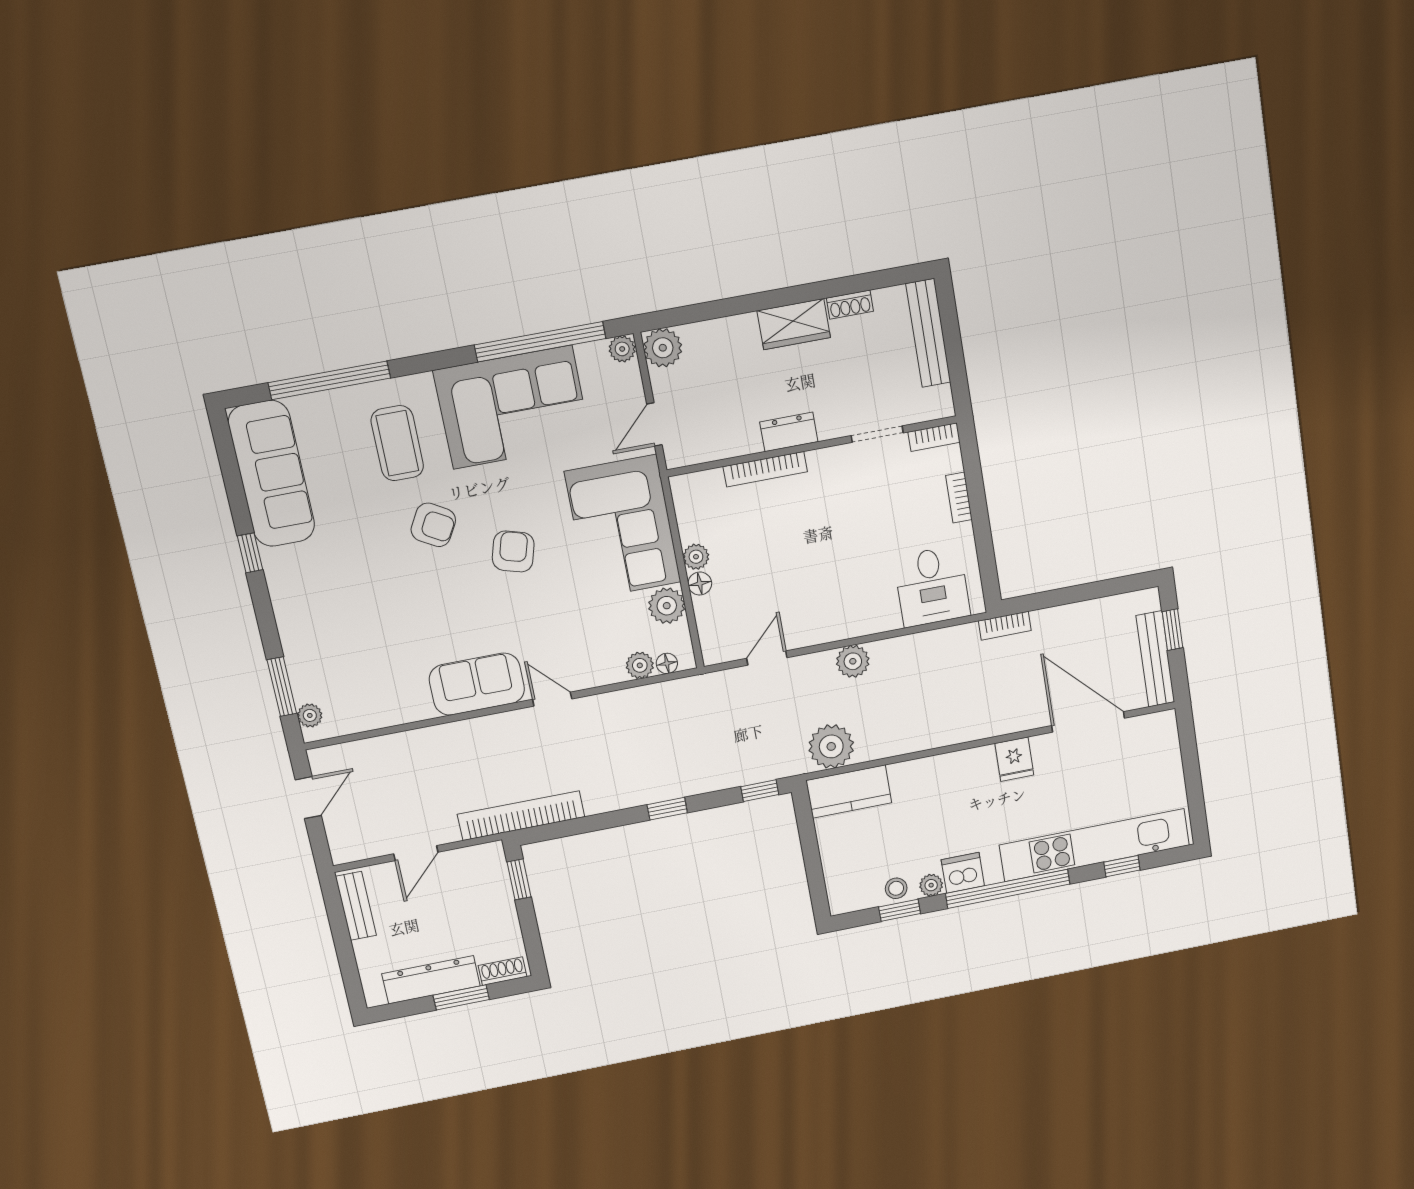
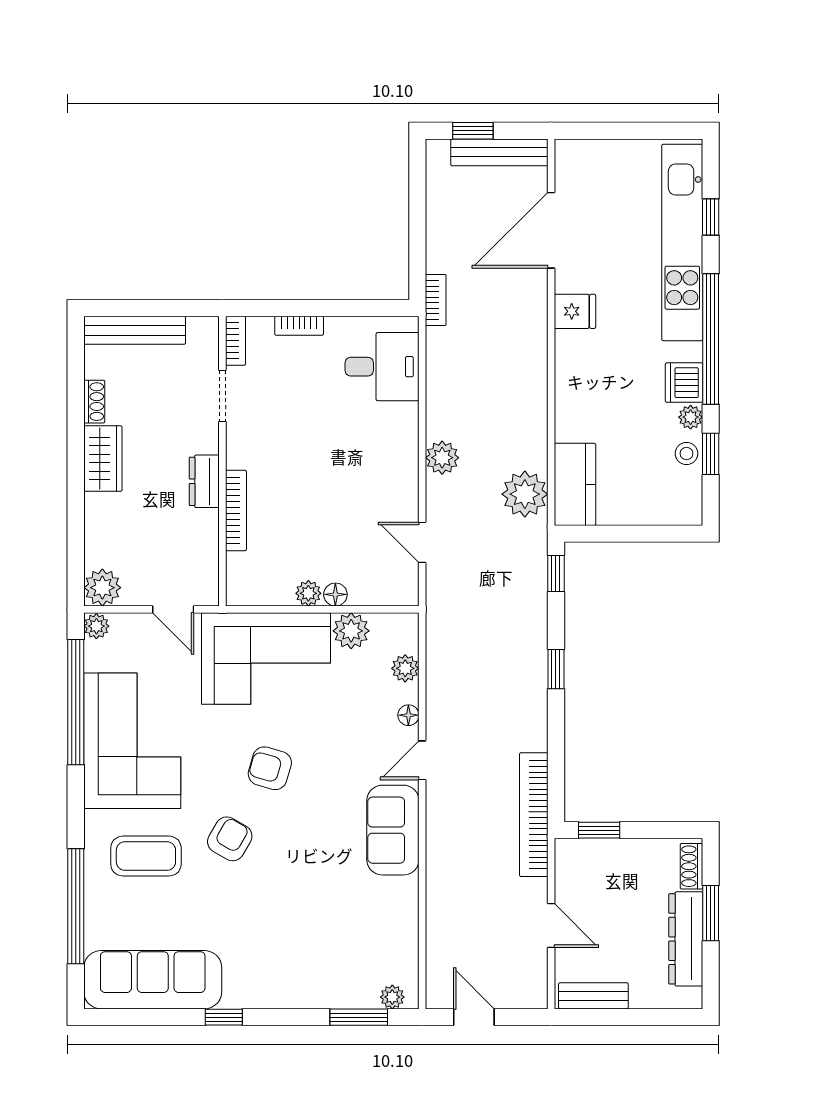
floor lamp: (667, 663) -> (408, 715), moved

